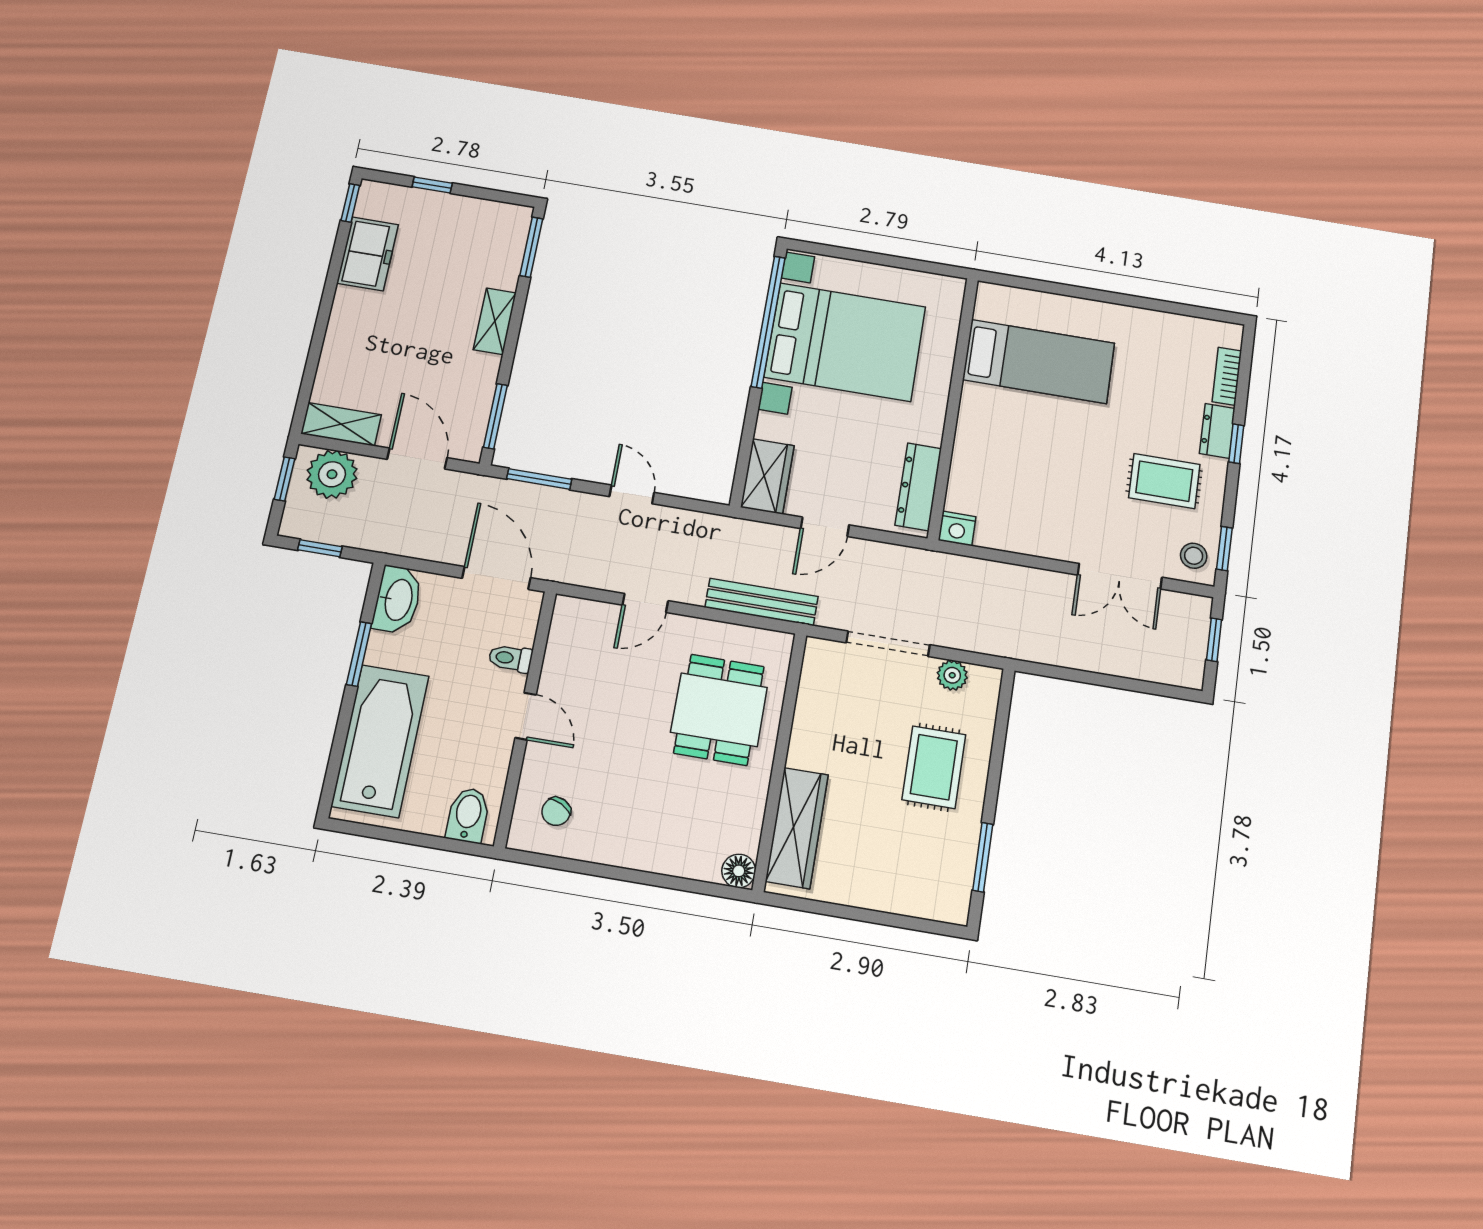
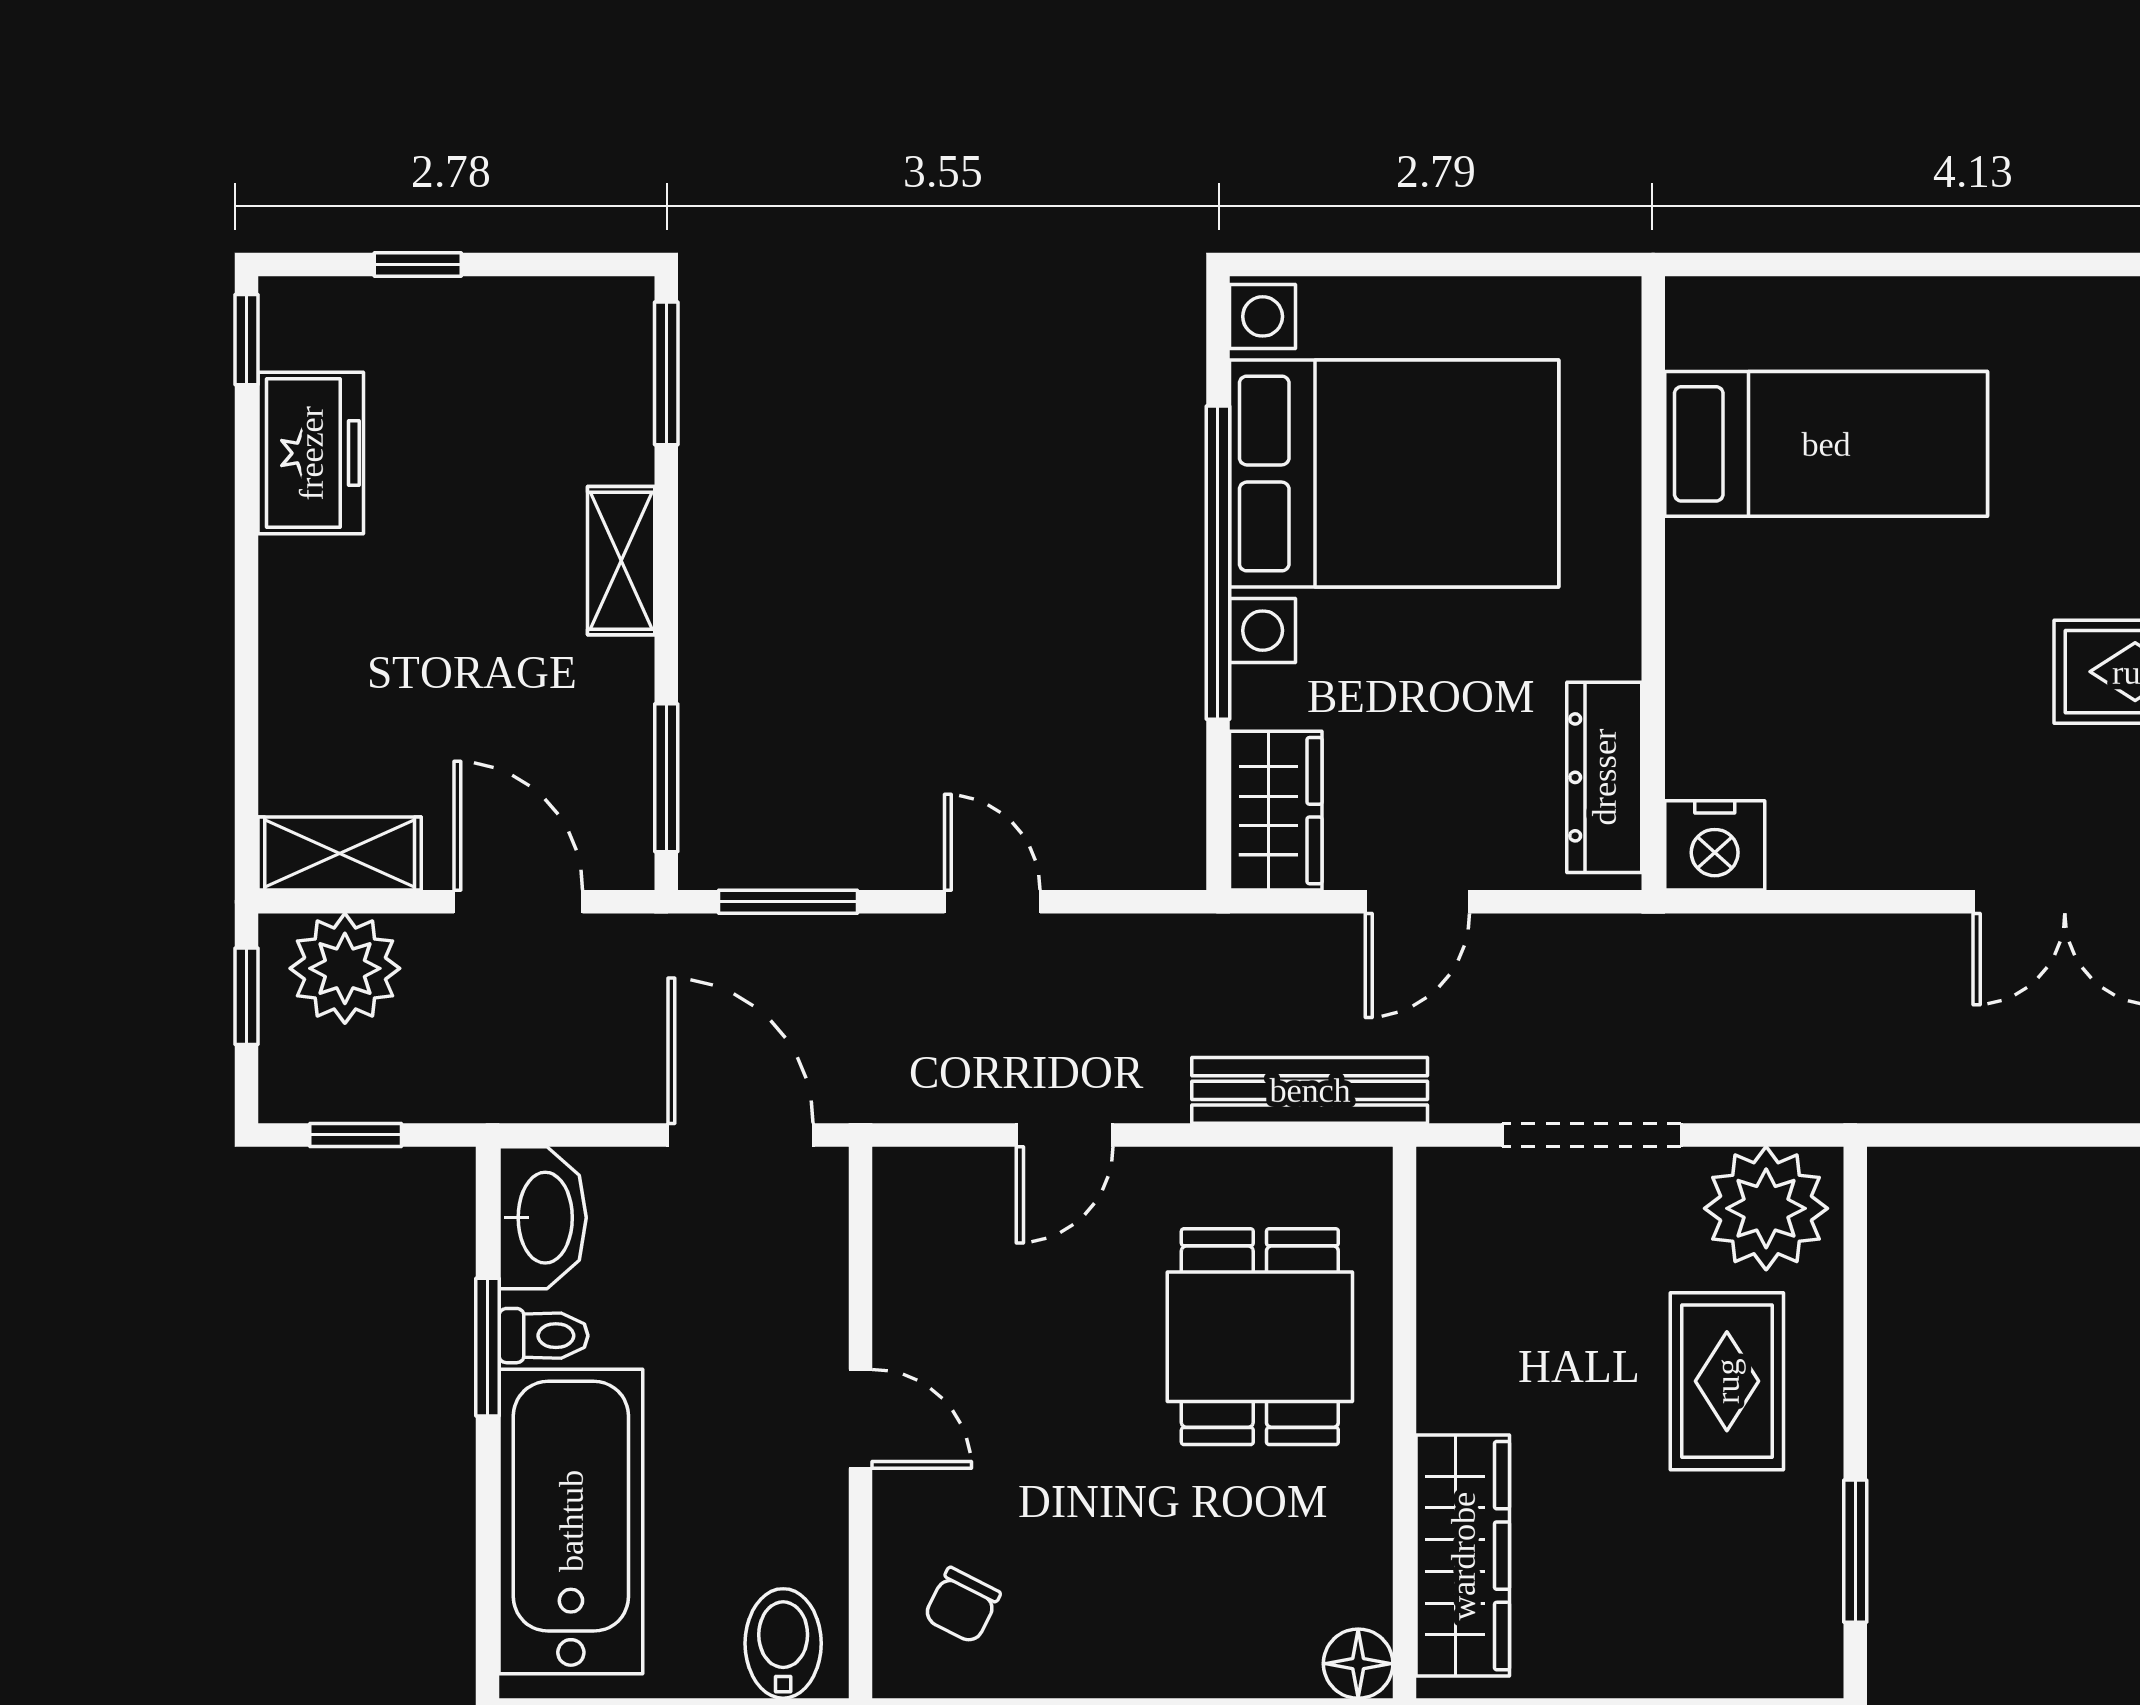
window: (768, 322) -> (1218, 563), moved
nightstand: (957, 529) -> (1715, 845), width x1.36, depth x1.33
toilet: (510, 658) -> (543, 1336), moved, turned 180
plant: (952, 675) -> (1766, 1208), width x1.87, depth x1.87

